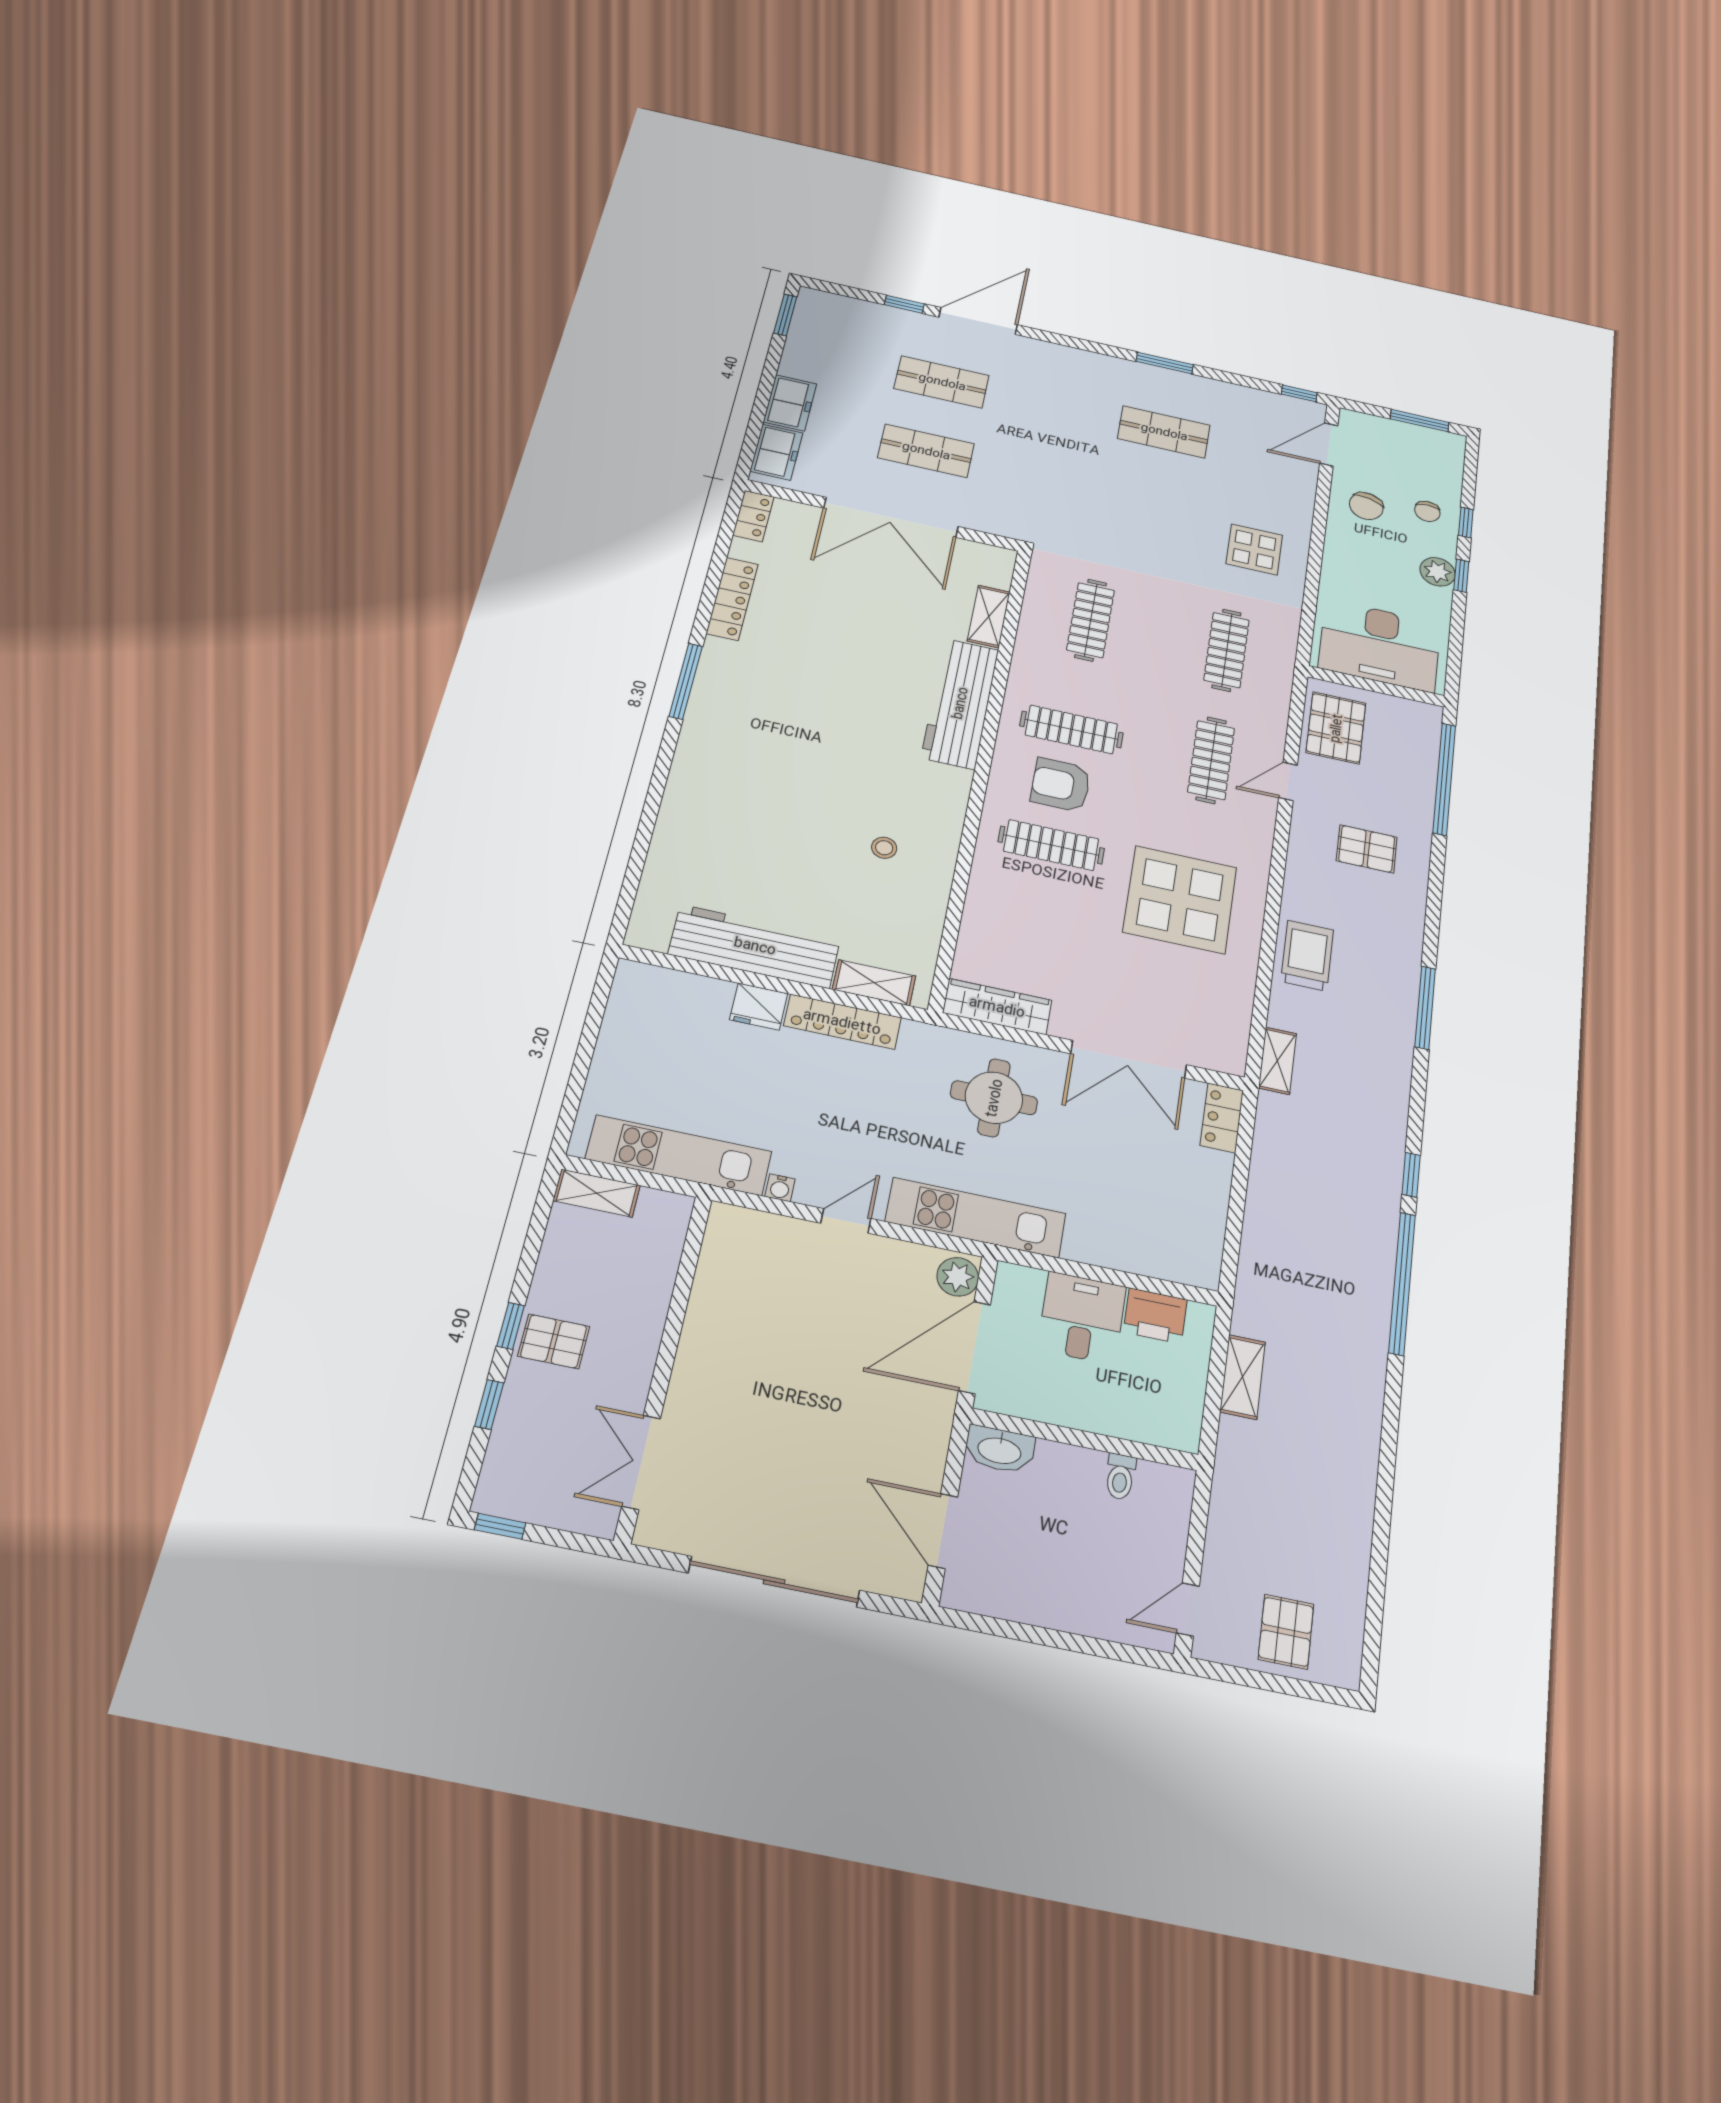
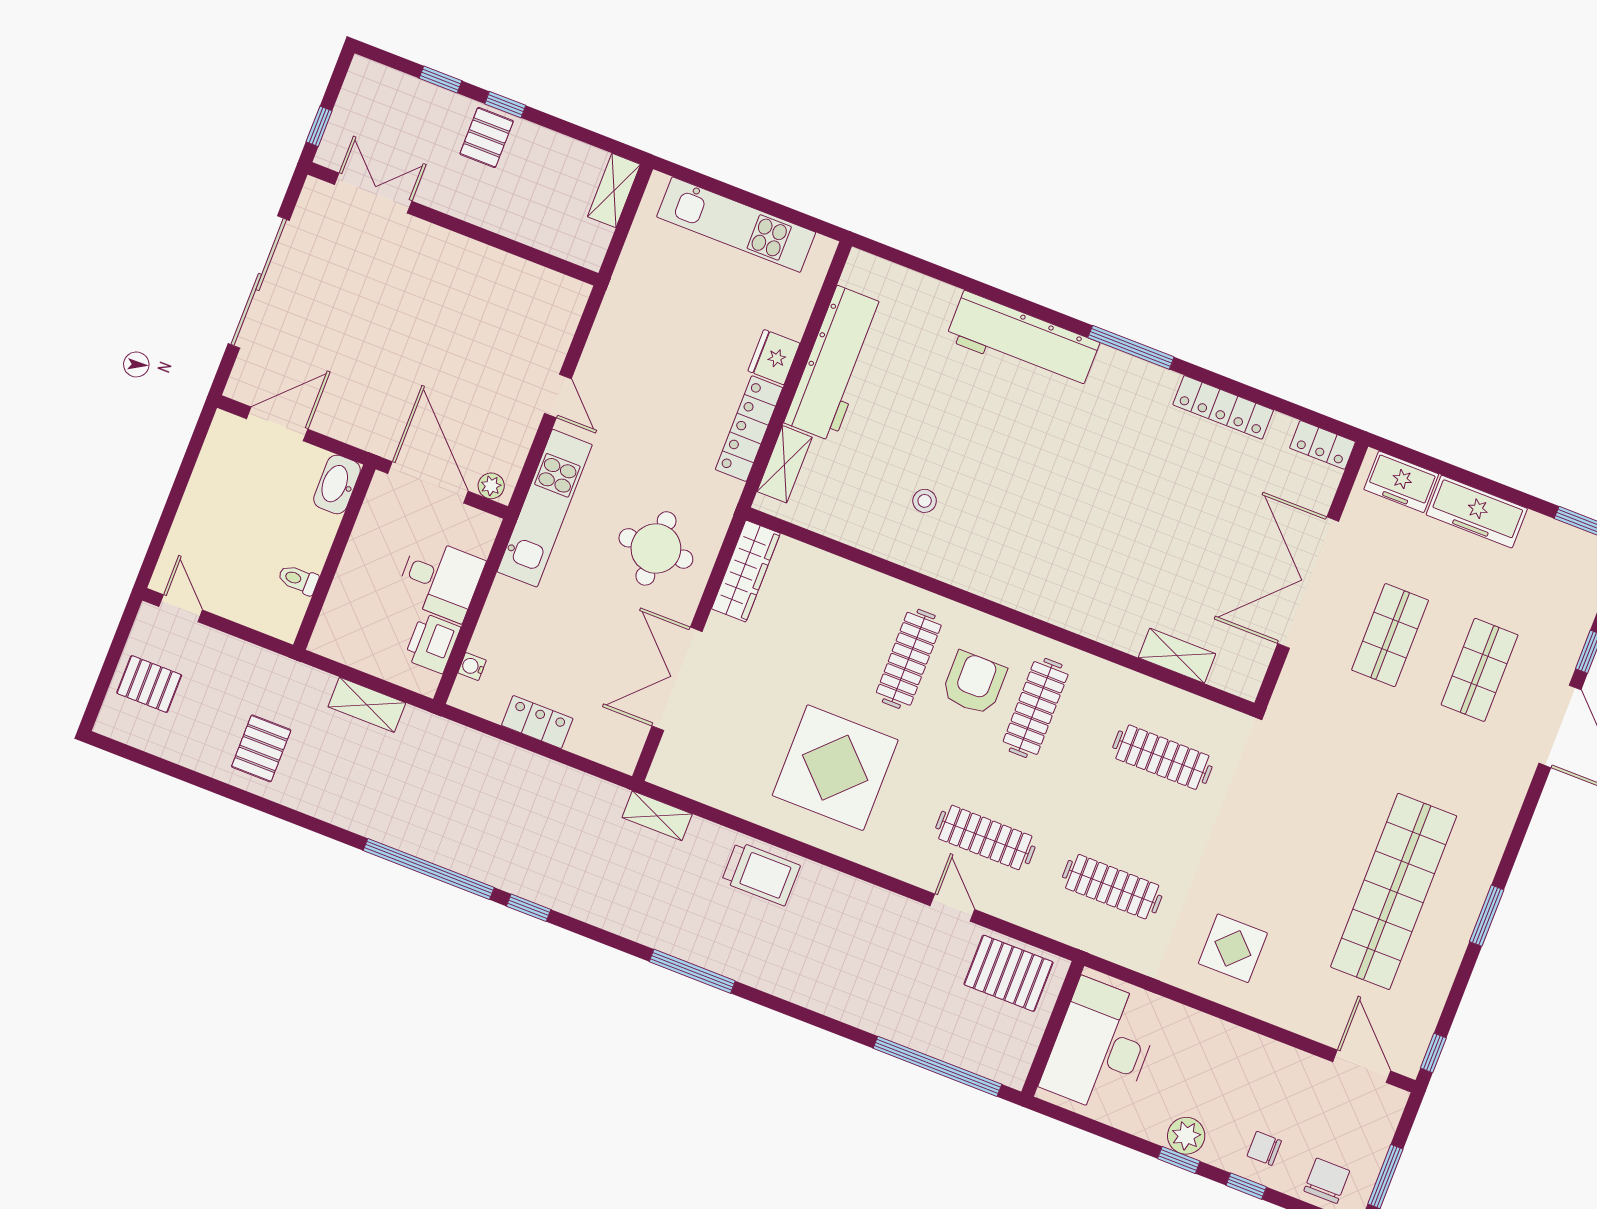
freezer: (790, 403) -> (1477, 512), width x1.40
shop shelf: (1164, 432) -> (1394, 891), width x2.00, depth x1.36
chair: (1366, 506) -> (1327, 1181), moved, turned 76
workbench: (960, 703) -> (1023, 341), moved, turned 180
pallet: (1367, 849) -> (261, 748), moved
locker: (1222, 1118) -> (537, 722), moved
kitchen unit: (679, 1155) -> (736, 225), moved, turned 90
water cooler: (780, 1188) -> (472, 667), moved
plant: (958, 1277) -> (491, 486), width x0.73, depth x0.73
window: (500, 1526) -> (319, 126), moved

